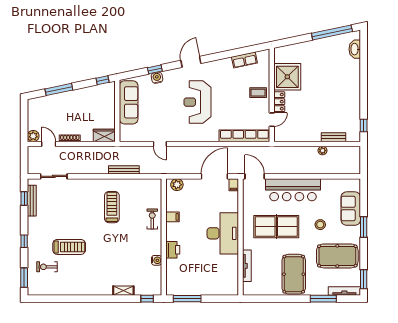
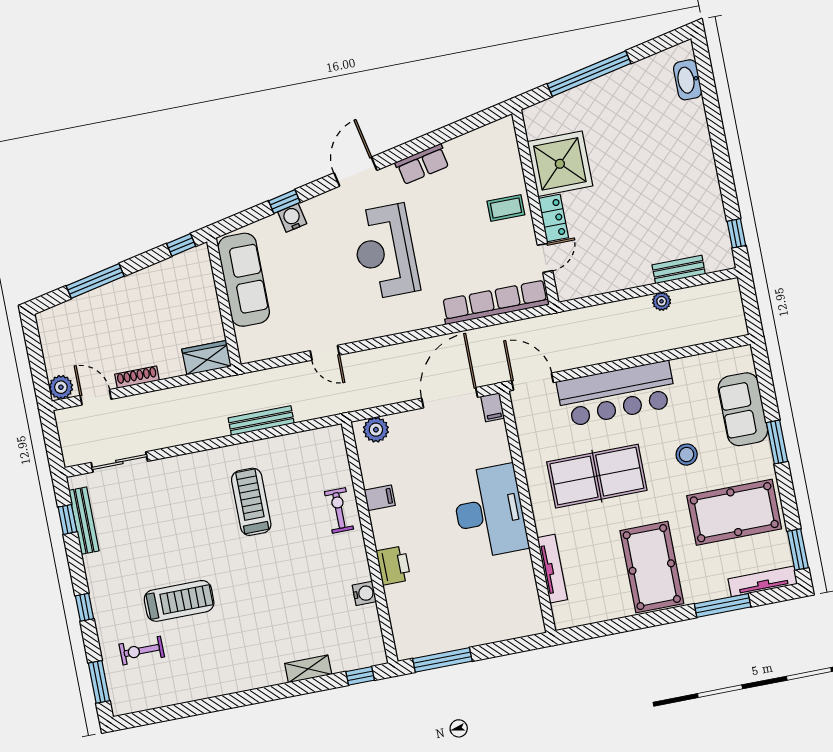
window: (332, 32) -> (589, 74), moved
row of seats: (244, 60) -> (422, 164), moved

